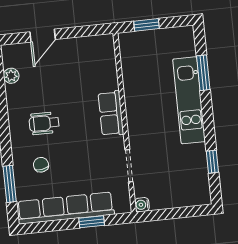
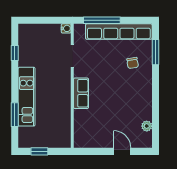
window: (146, 25) -> (39, 151), moved
door: (43, 36) -> (122, 151), hinge flipped
wheelchair: (44, 123) -> (128, 91), removed
window: (92, 222) -> (102, 20), width x2.17

